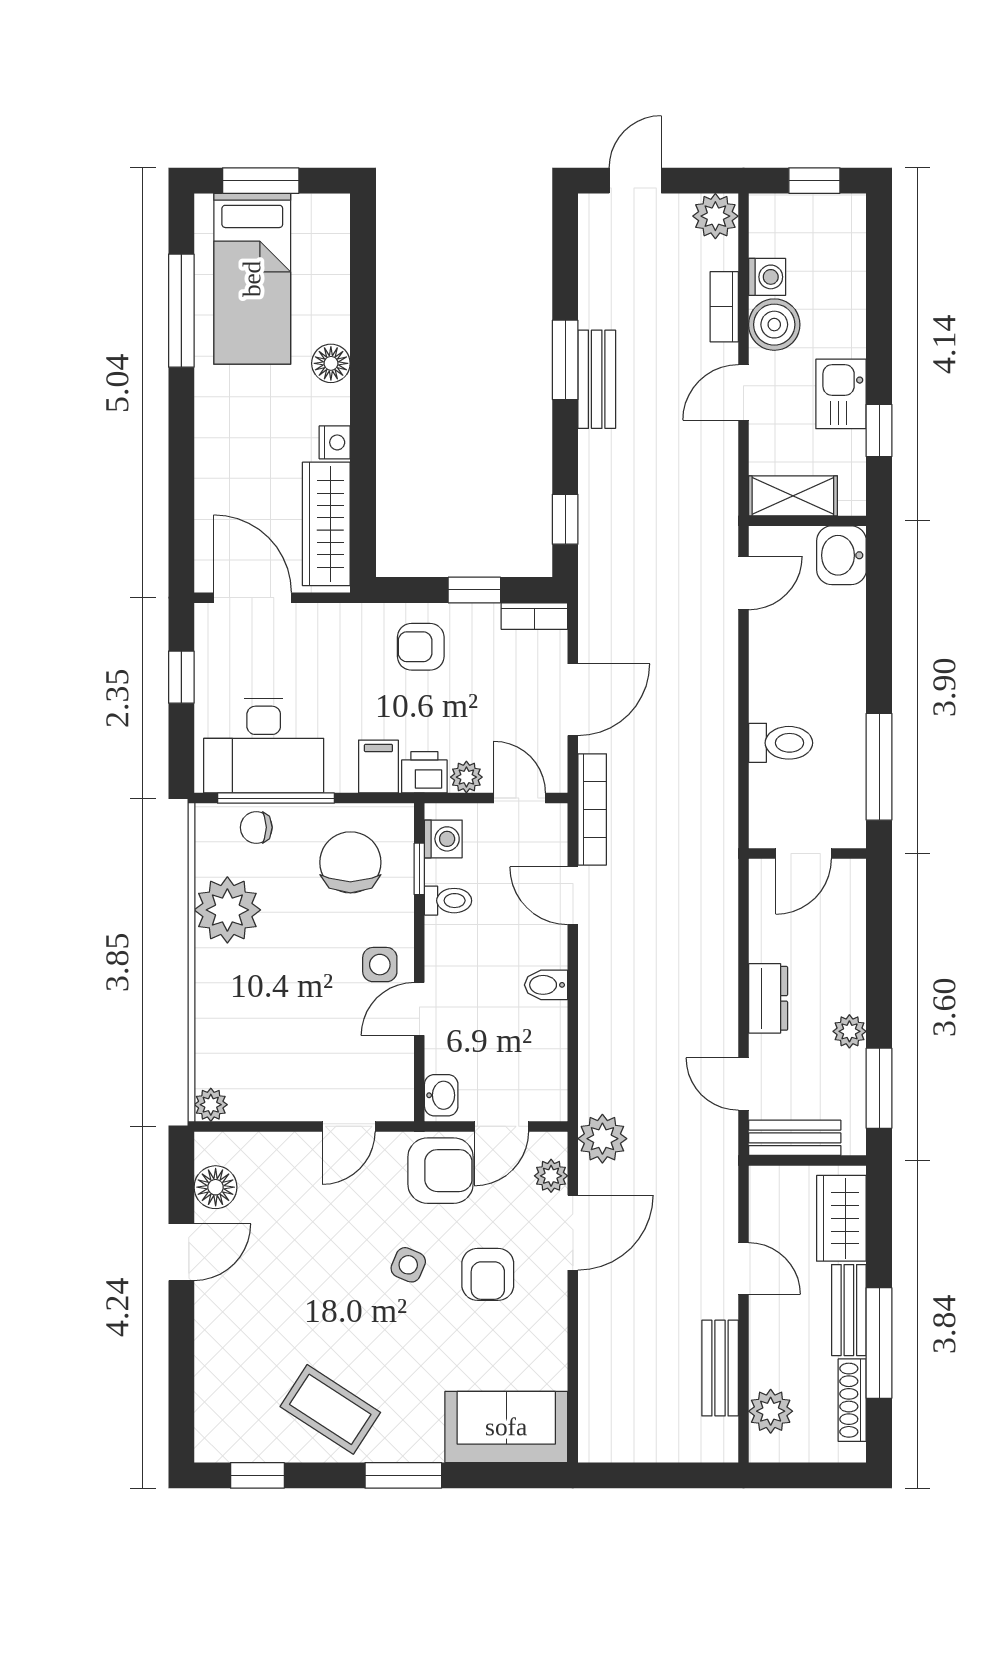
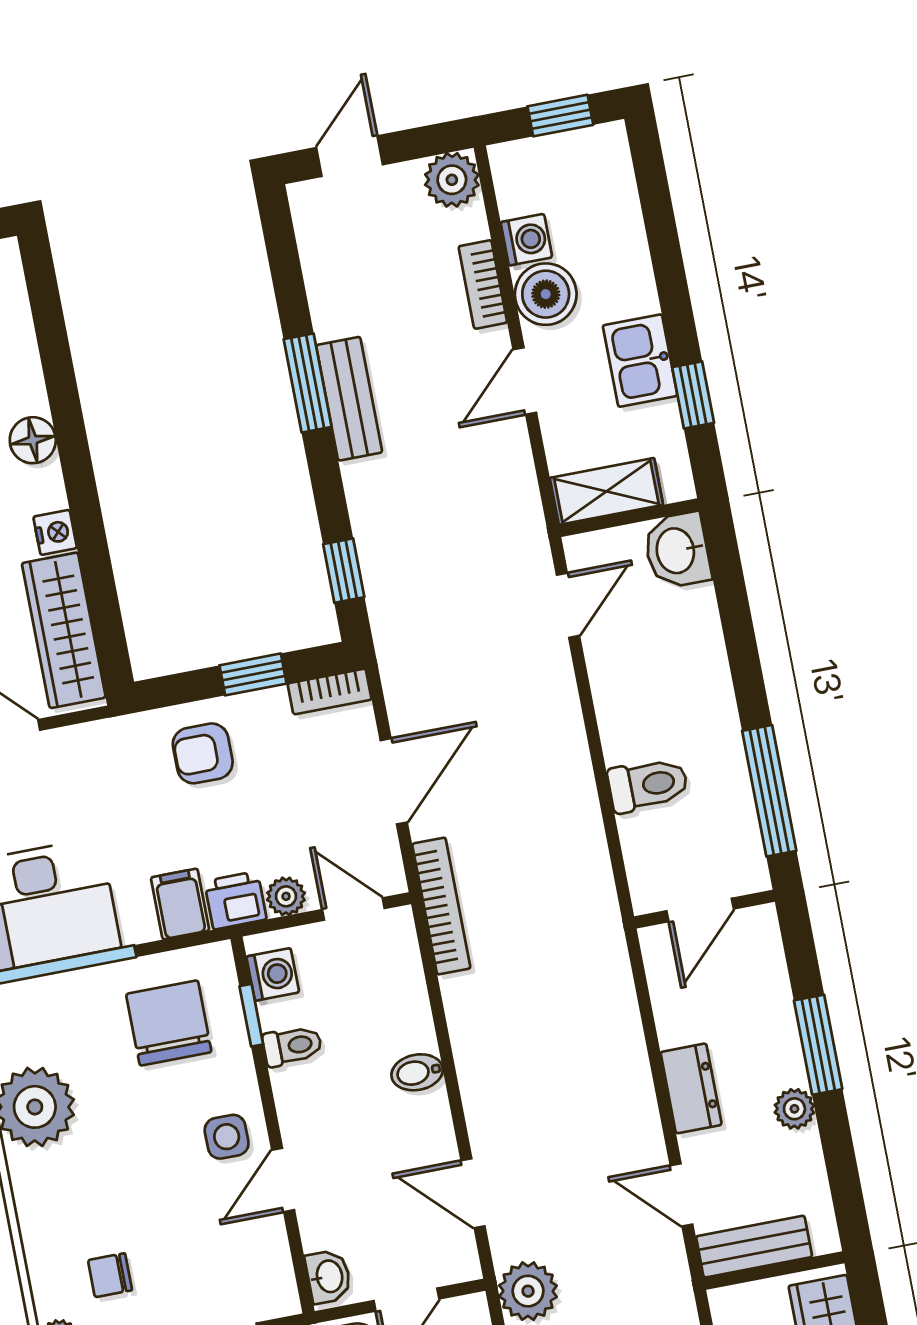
chair: (256, 827) -> (110, 1275), moved
door: (573, 896) -> (473, 1193), moved
bidet: (546, 985) -> (417, 1072), moved
window: (879, 1088) -> (818, 1045), moved

